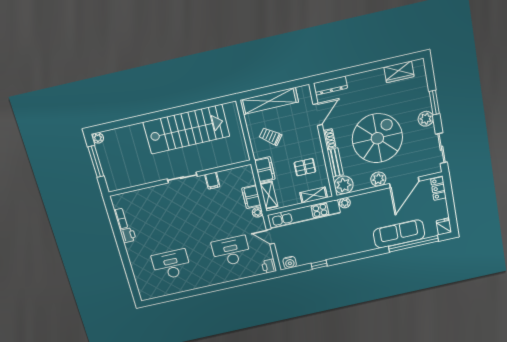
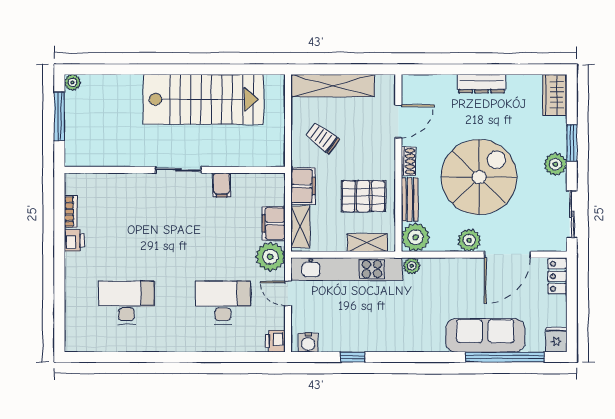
wardrobe: (399, 72) -> (555, 95), moved, turned 90
dresser: (330, 86) -> (482, 84), moved
pallet: (305, 167) -> (363, 196), width x1.50, depth x1.42
plant: (257, 212) -> (270, 257), width x1.87, depth x1.87

